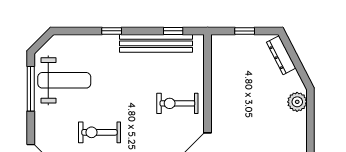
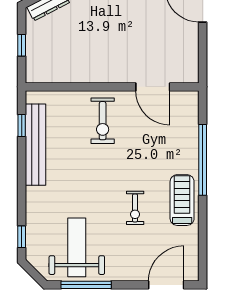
window: (112, 31) -> (22, 237), moved
exercise bike: (99, 132) -> (135, 208), width x0.73, depth x0.72

